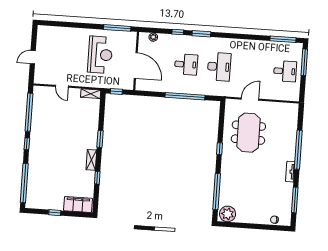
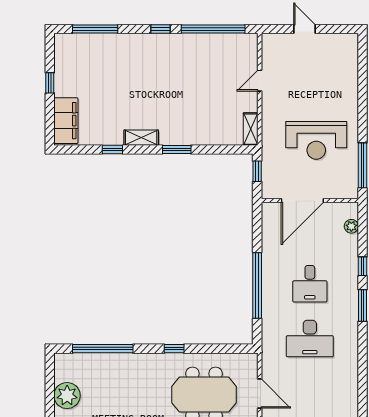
window: (24, 183) -> (95, 29), width x0.68
plant: (228, 214) -> (67, 396), moved

